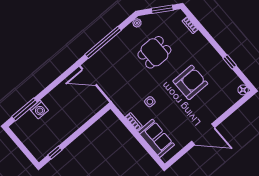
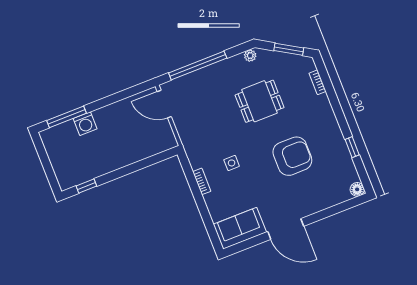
sofa: (156, 138) -> (240, 228), moved, turned -90

